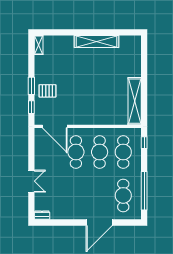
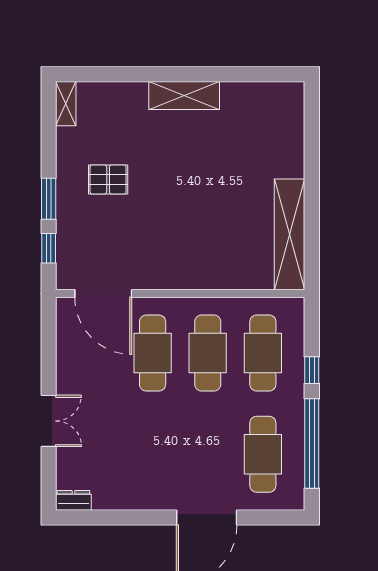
shelving: (97, 42) -> (184, 95), width x0.68
pallet: (47, 91) -> (108, 179), moved
window: (144, 143) -> (312, 370), moved

